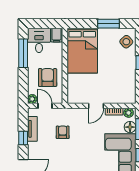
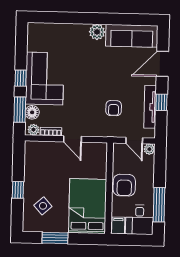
side table: (126, 42) -> (43, 206), moved
armchair: (48, 78) -> (124, 185), moved
door: (96, 106) -> (73, 139), swing flipped
tv unit: (32, 129) -> (150, 107), width x1.41

